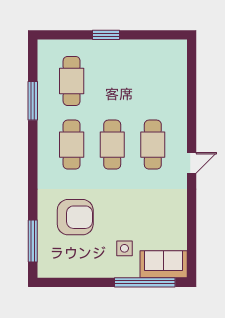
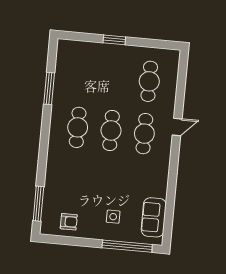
cafe table: (72, 81) -> (149, 81), moved
door: (192, 163) -> (177, 127), moved
armchair: (75, 217) -> (69, 222), moved, width x0.53, depth x0.53
sofa: (164, 264) -> (154, 217), moved, turned -90

